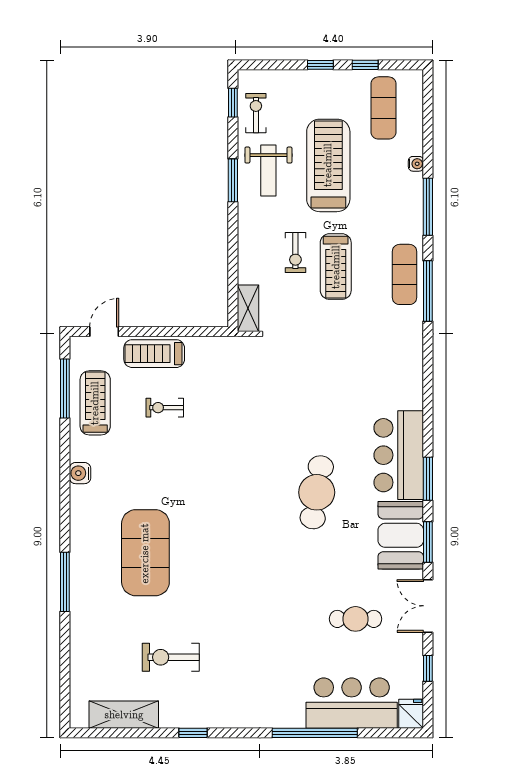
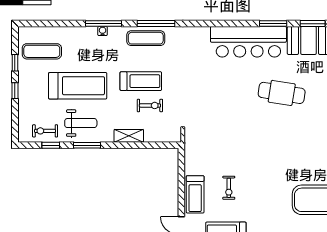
window: (233, 103) -> (51, 145), moved
water cooler: (416, 164) -> (103, 31), moved
treadmill: (328, 165) -> (78, 86), turned 180
exercise bike: (295, 252) -> (150, 105), moved
shelving: (248, 308) -> (129, 136), moved
bar counter: (399, 455) -> (248, 42), width x1.36

